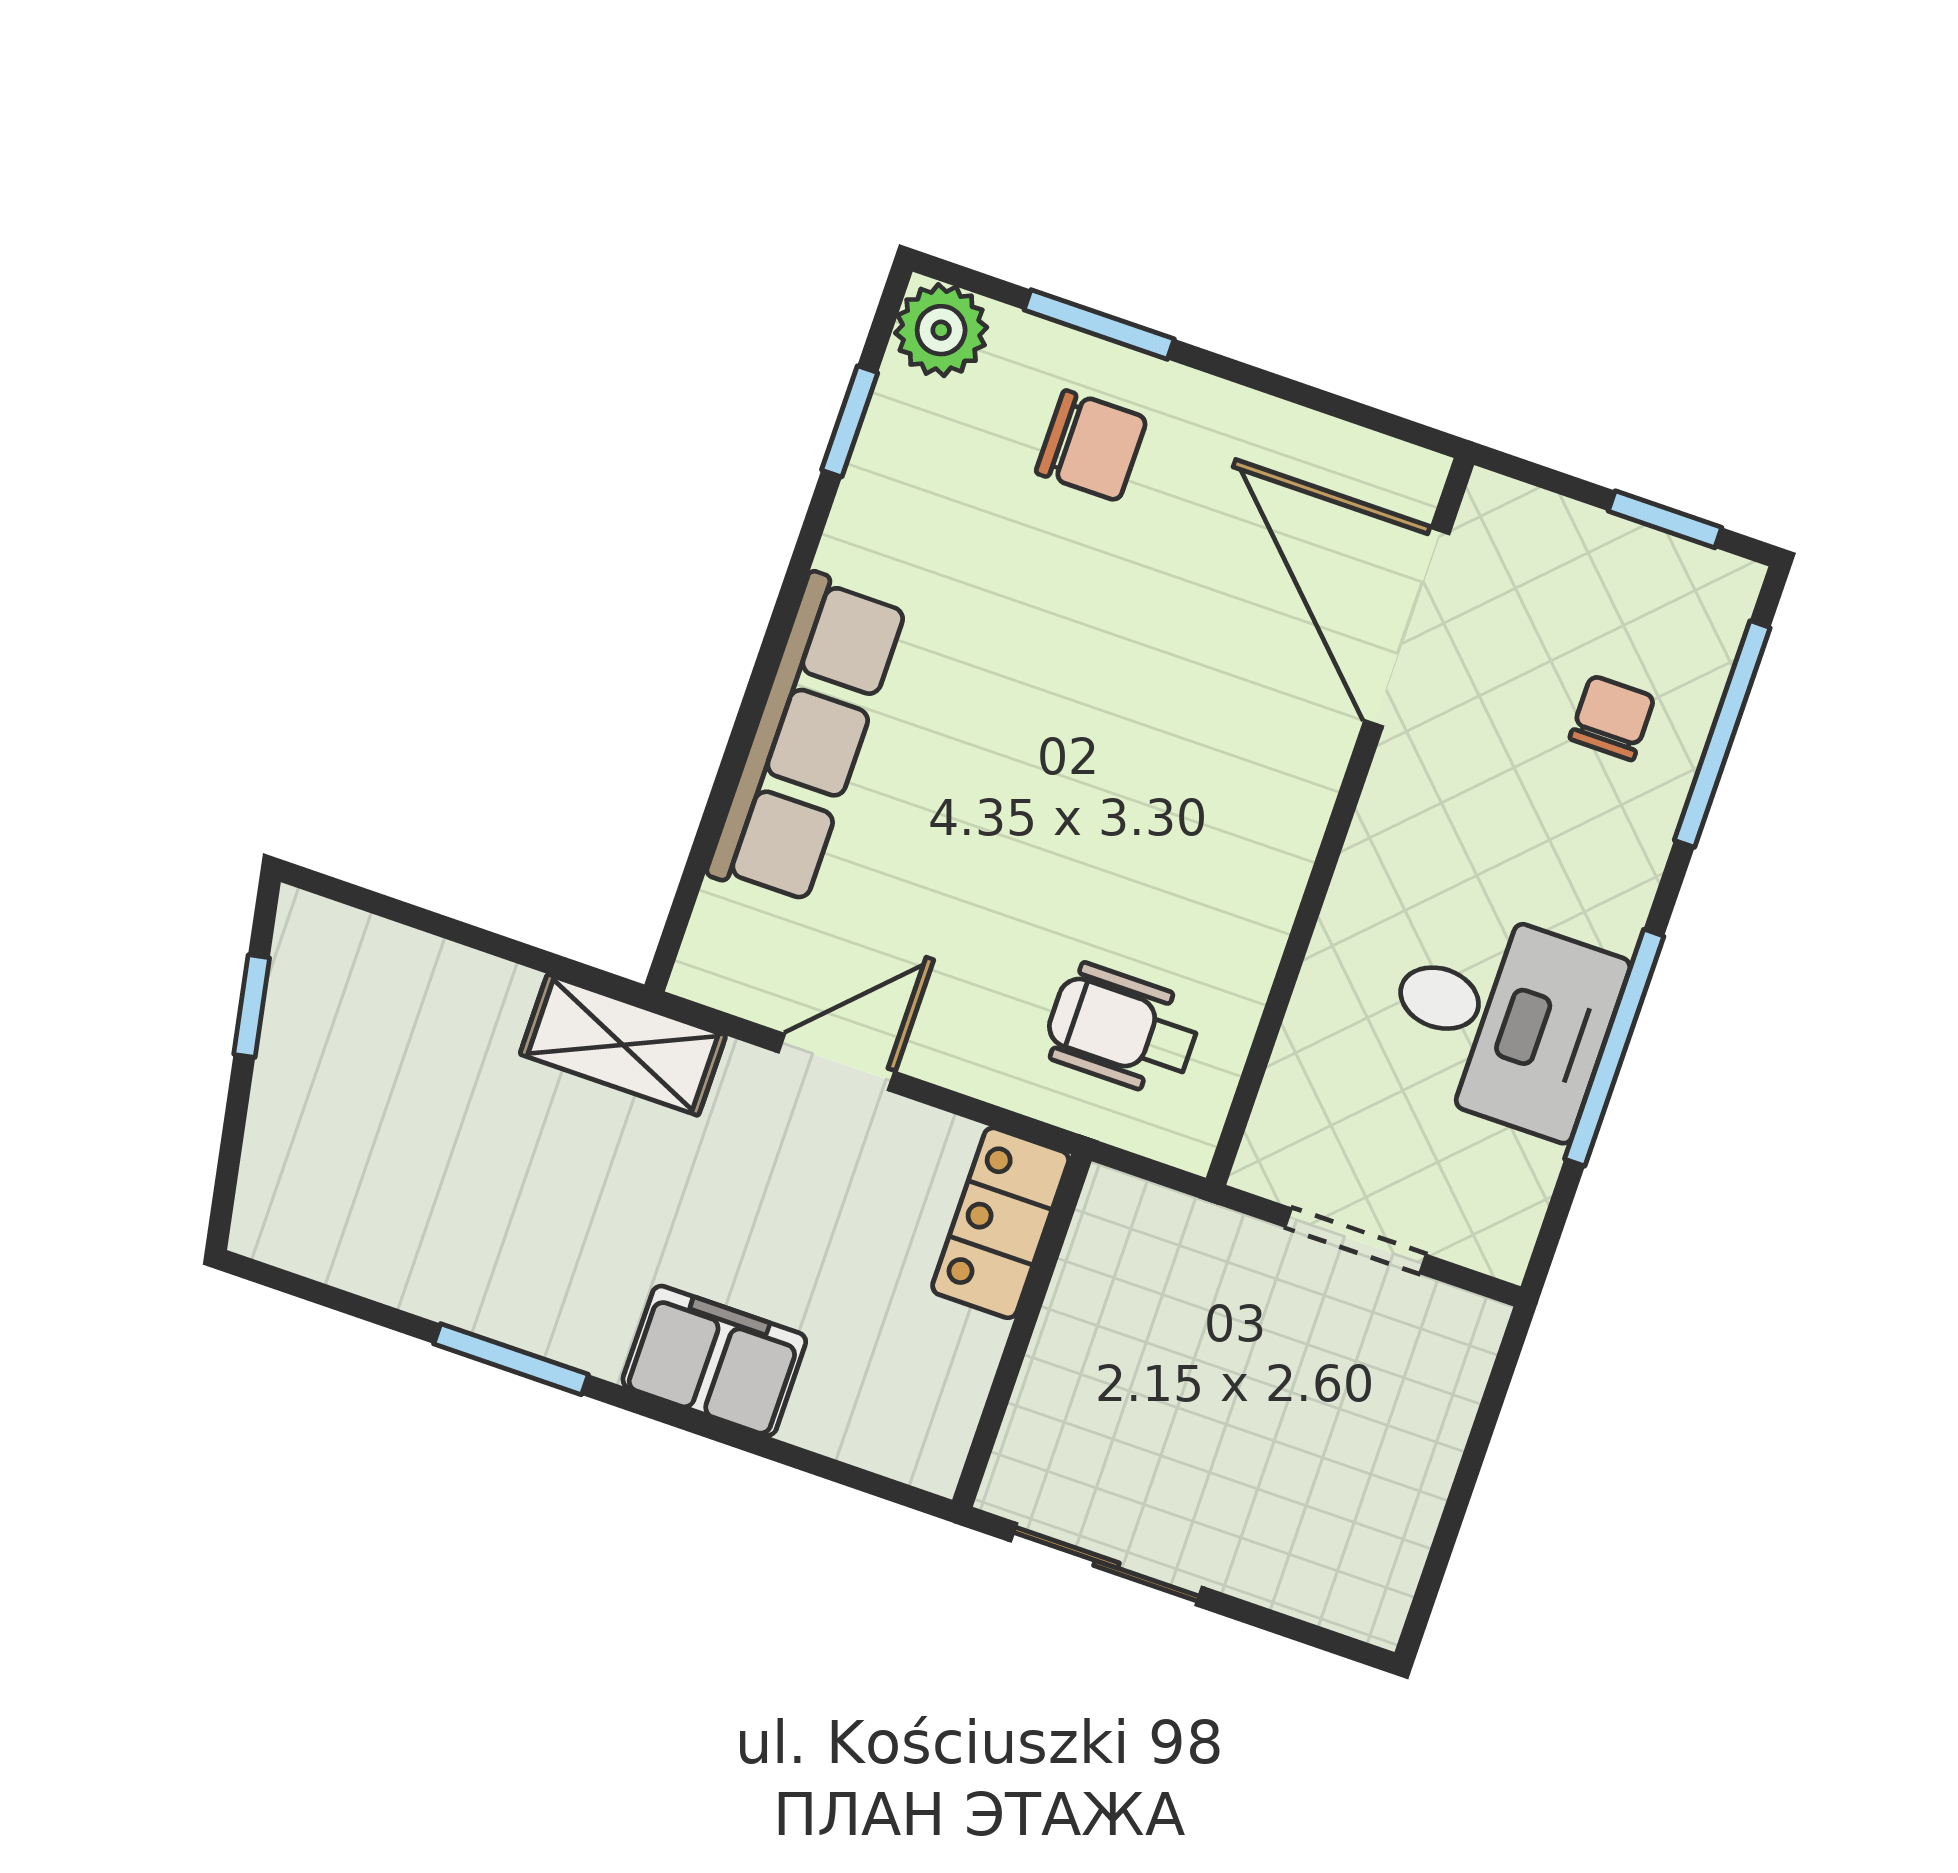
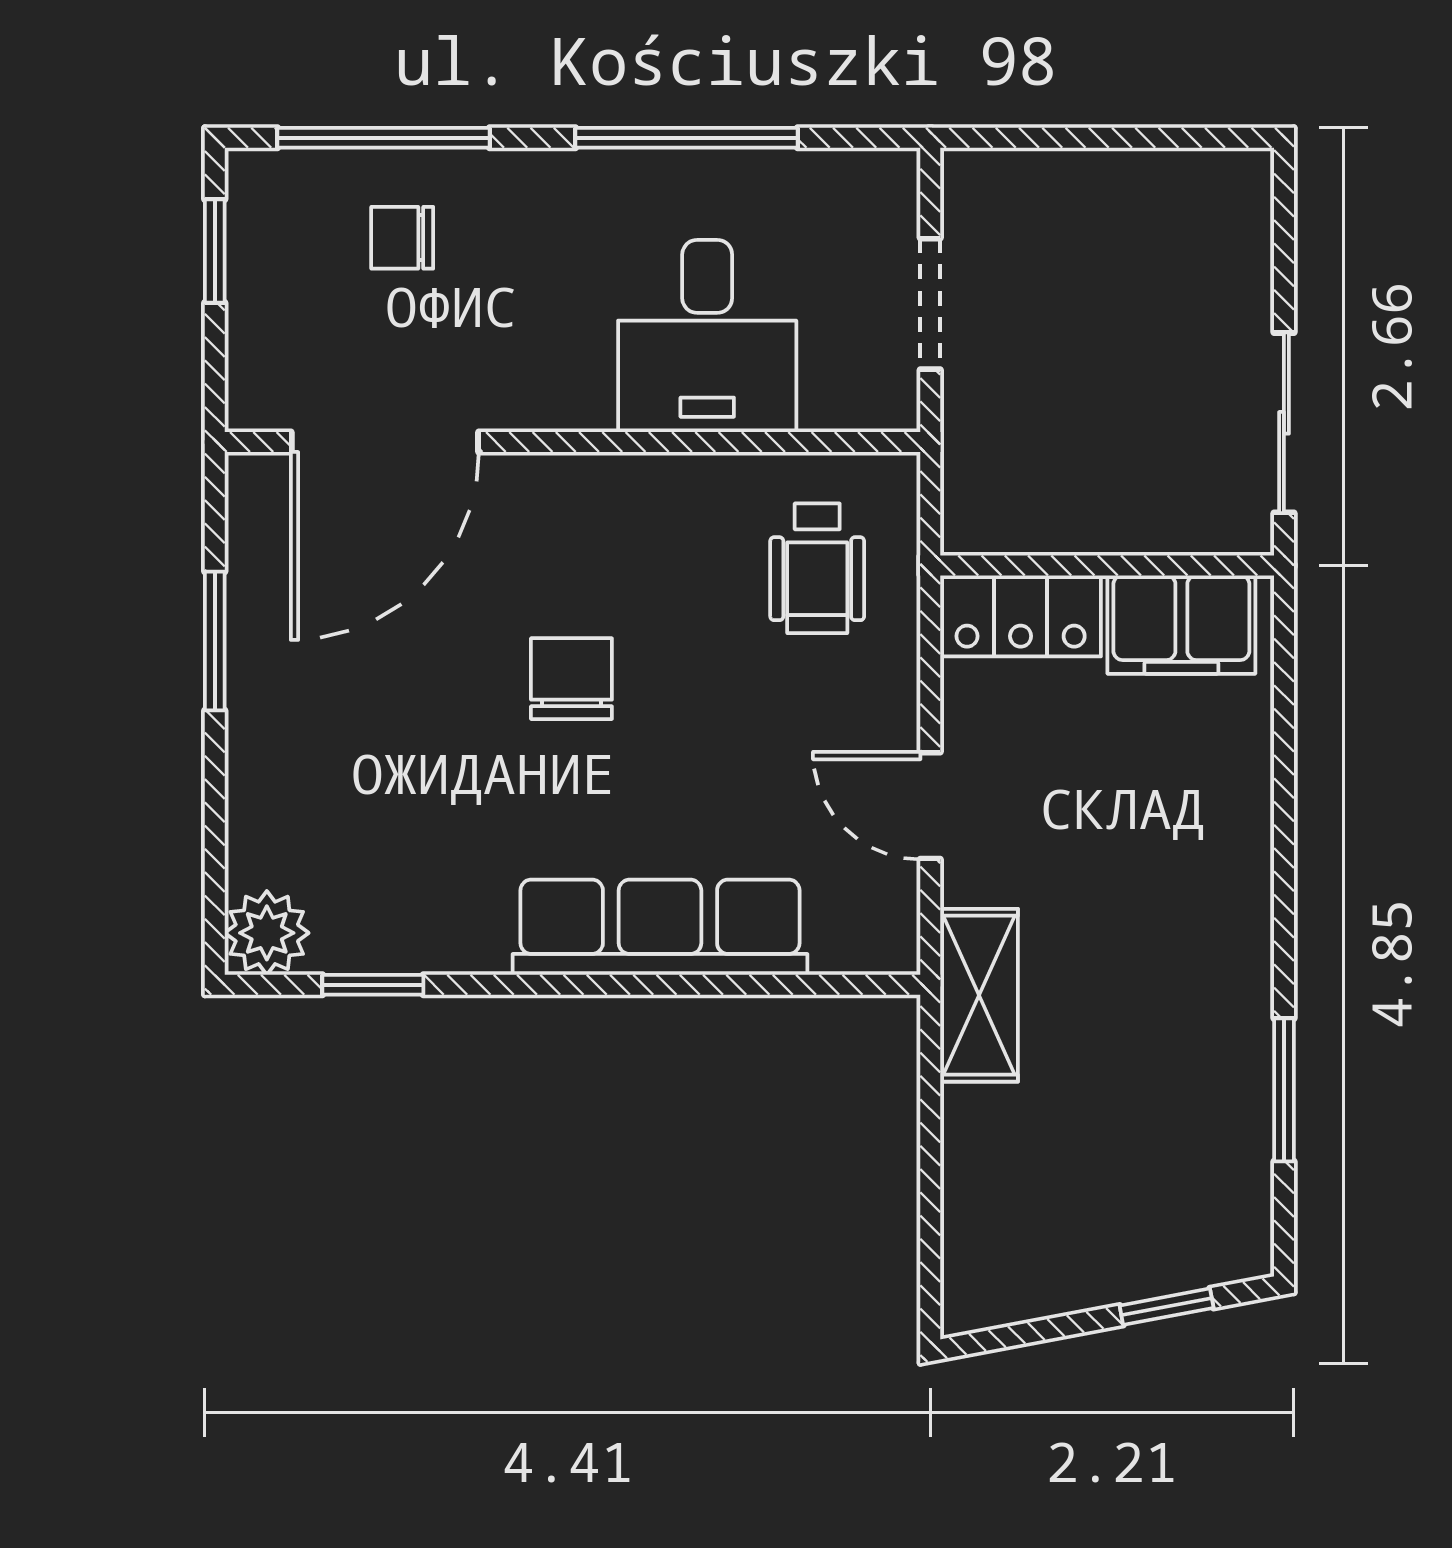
window: (1099, 324) -> (215, 641), moved
chair: (1091, 446) -> (571, 679), moved
window: (252, 1006) -> (1167, 1307), moved
desk: (1501, 1019) -> (707, 336), moved, turned 180
window: (511, 1359) -> (1284, 1090), moved
filing cabinet: (714, 1361) -> (1181, 625), moved, turned -90

